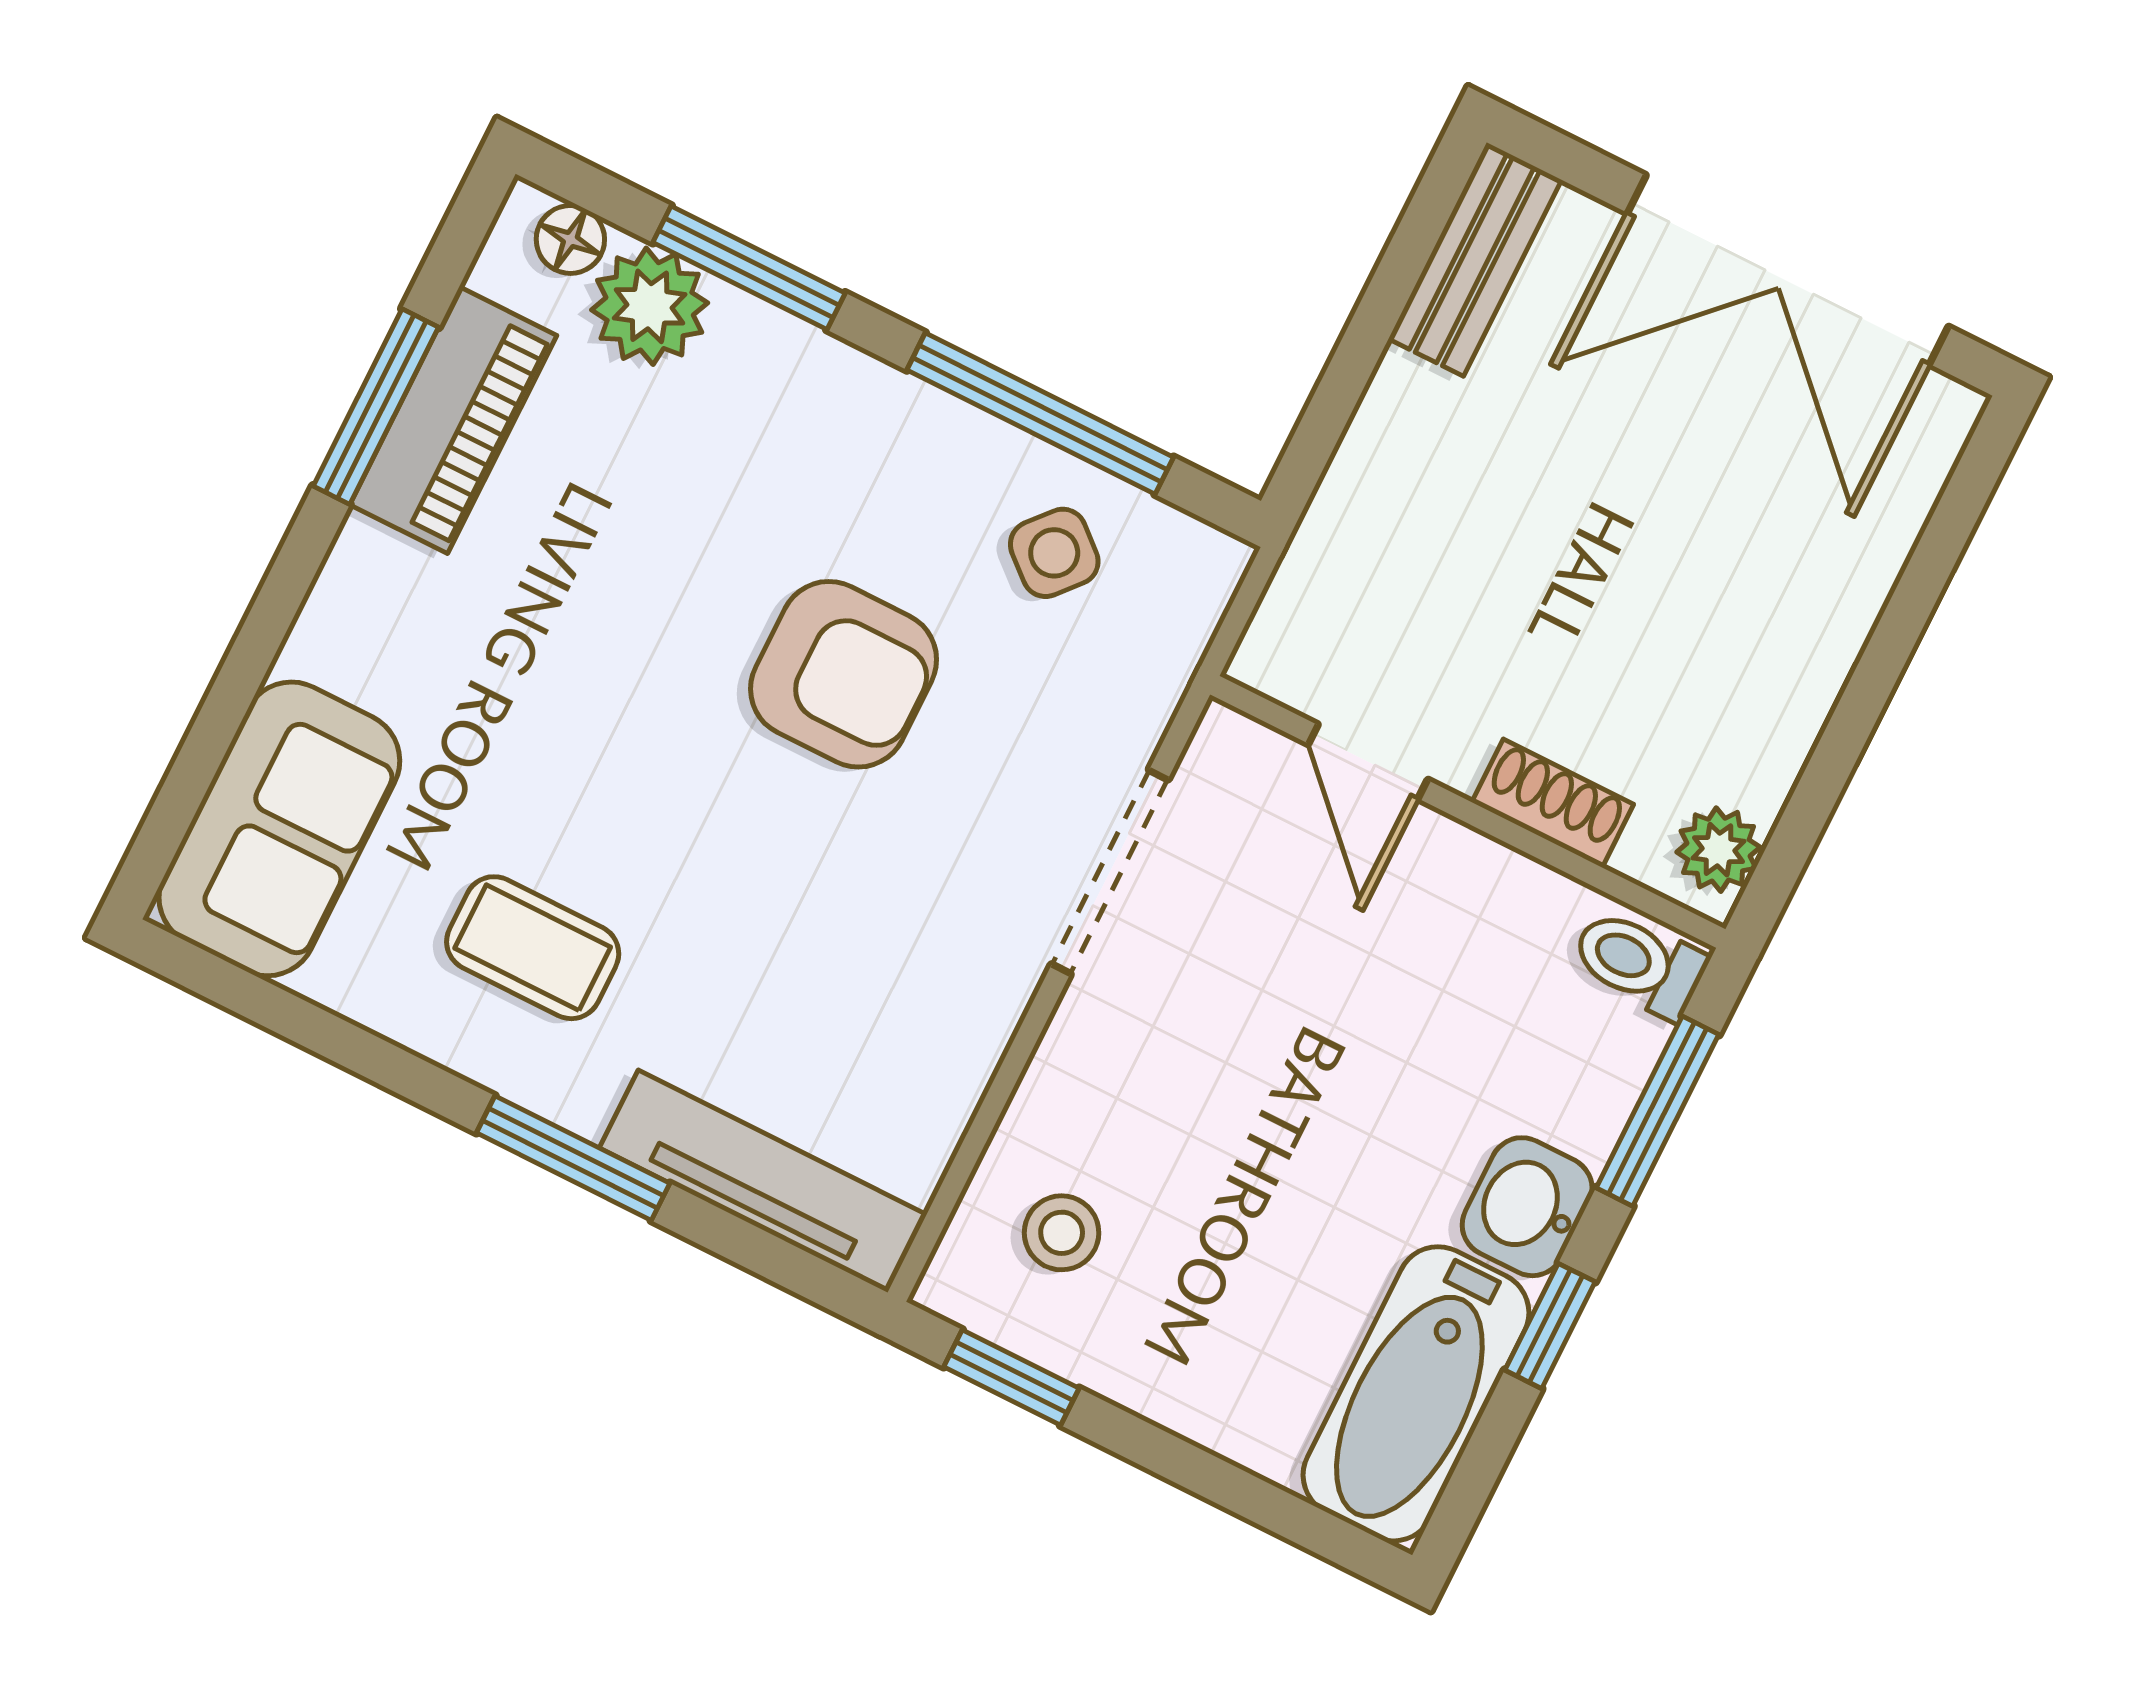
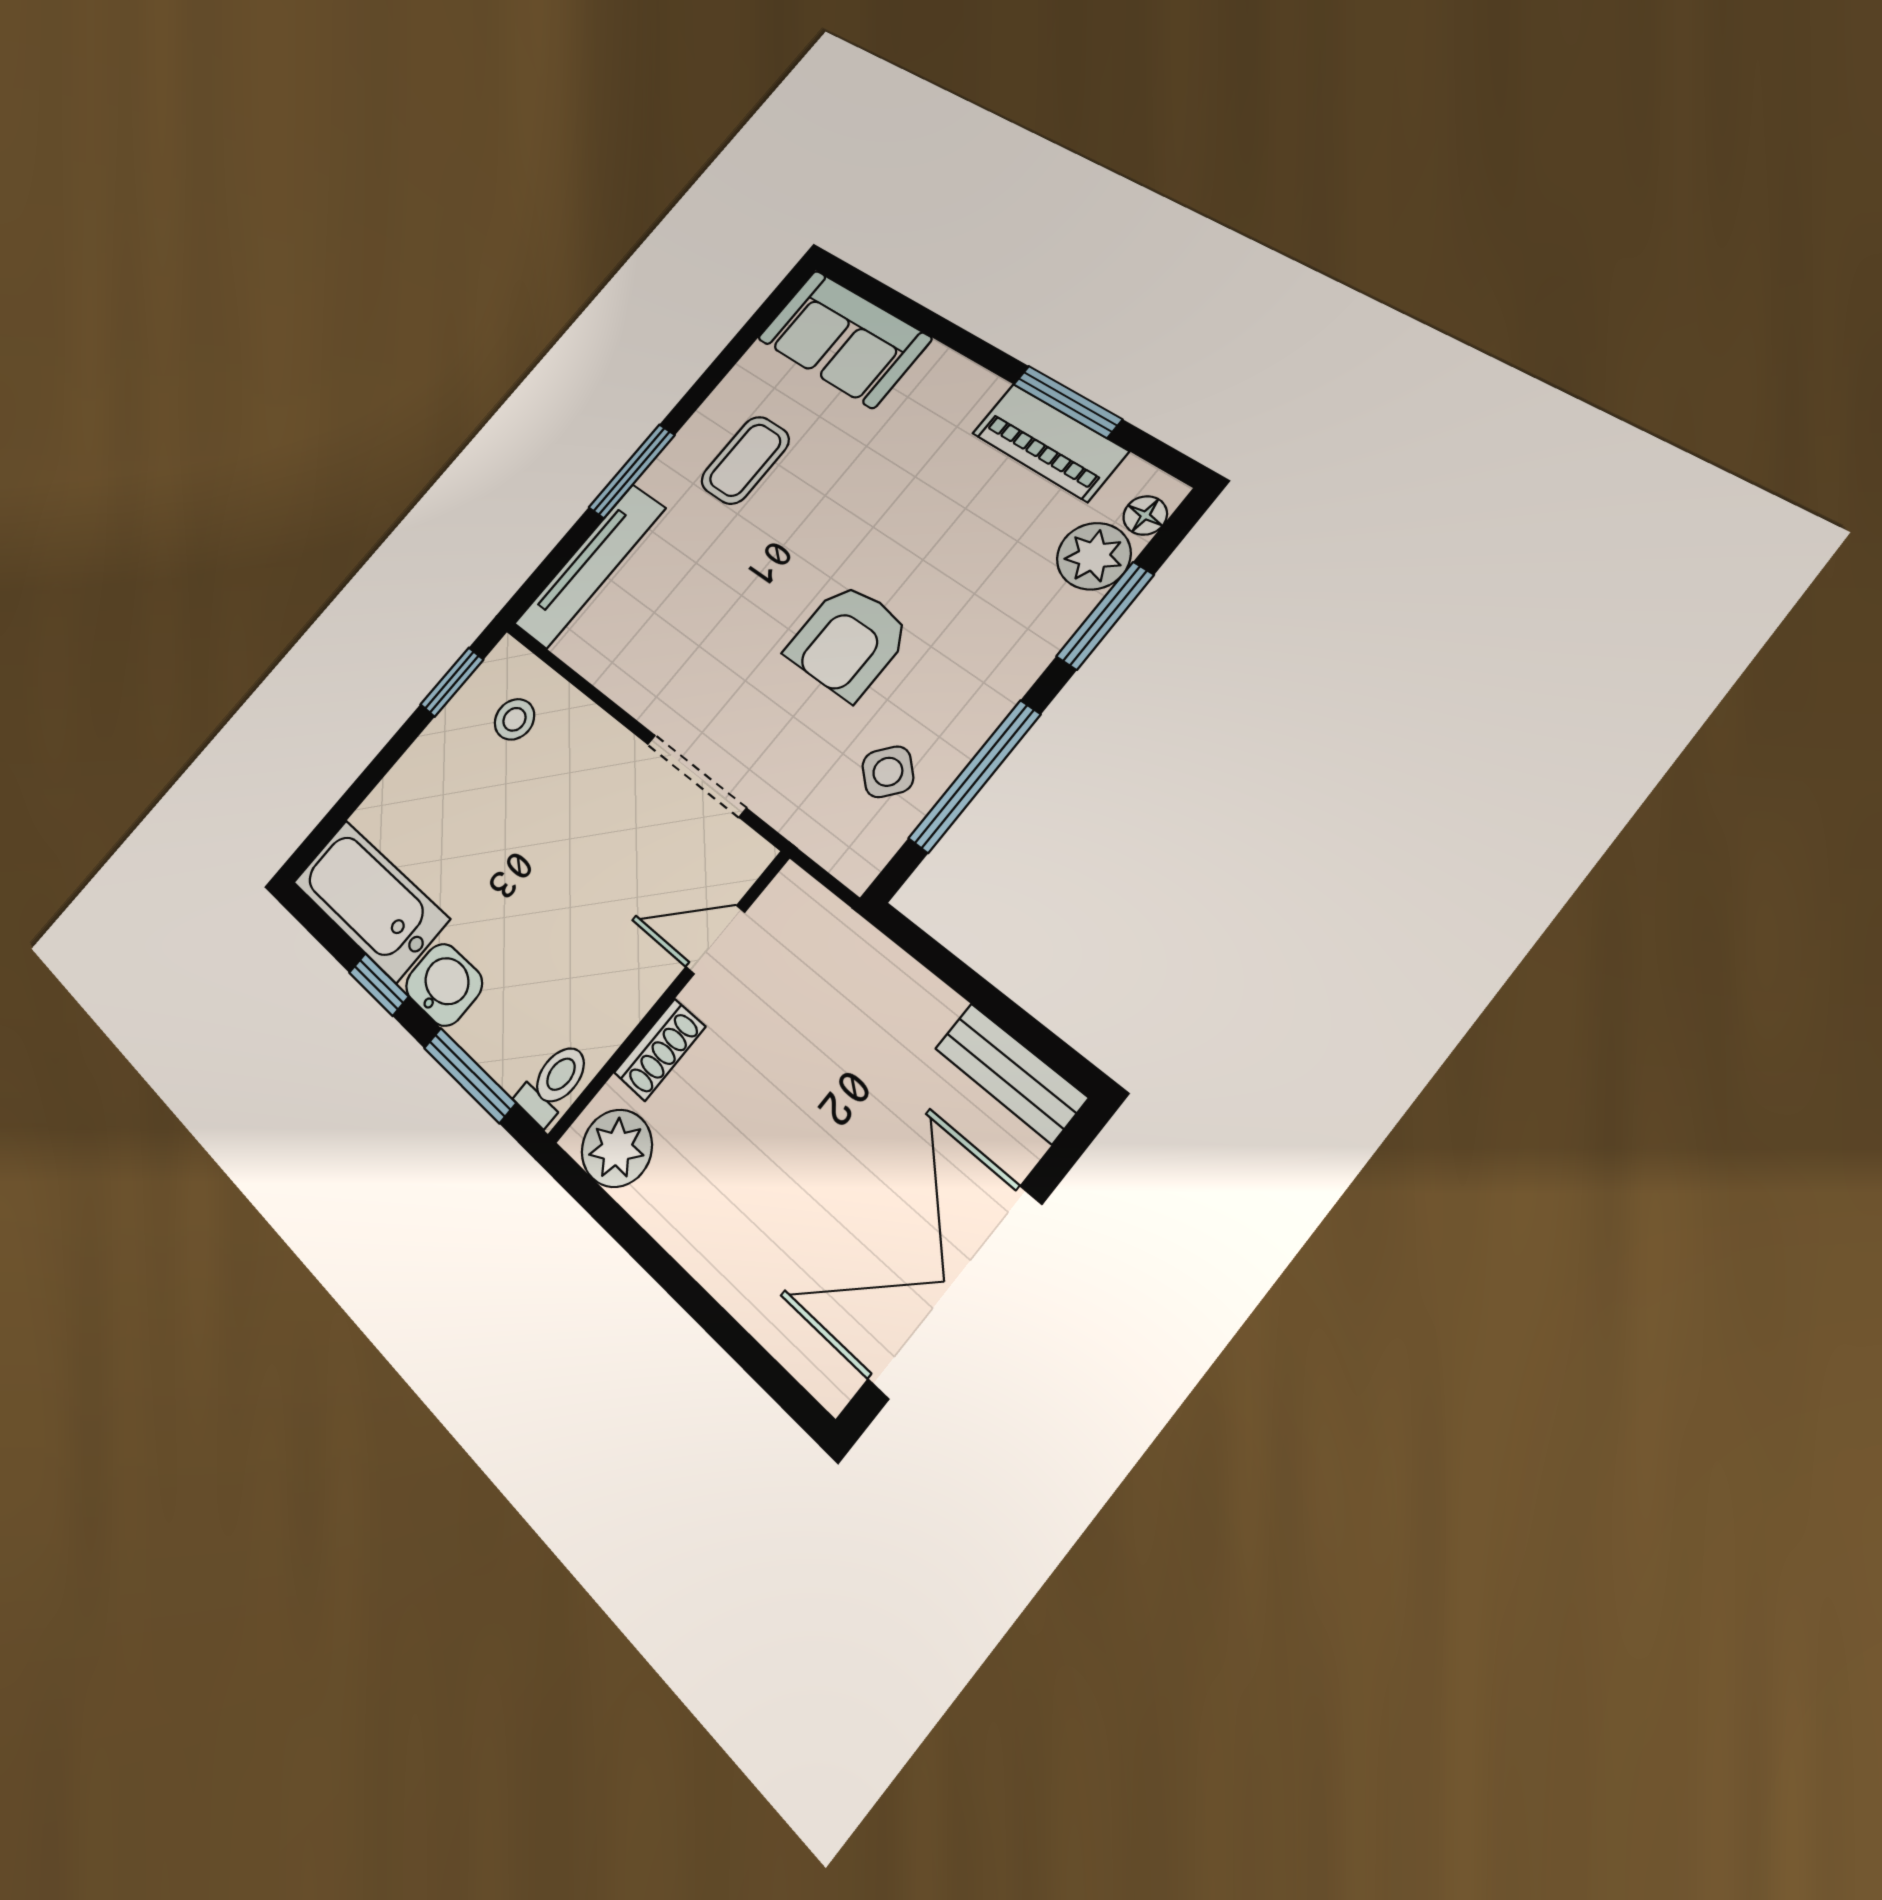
plant: (1718, 850) -> (617, 1148), width x1.38, depth x1.38

